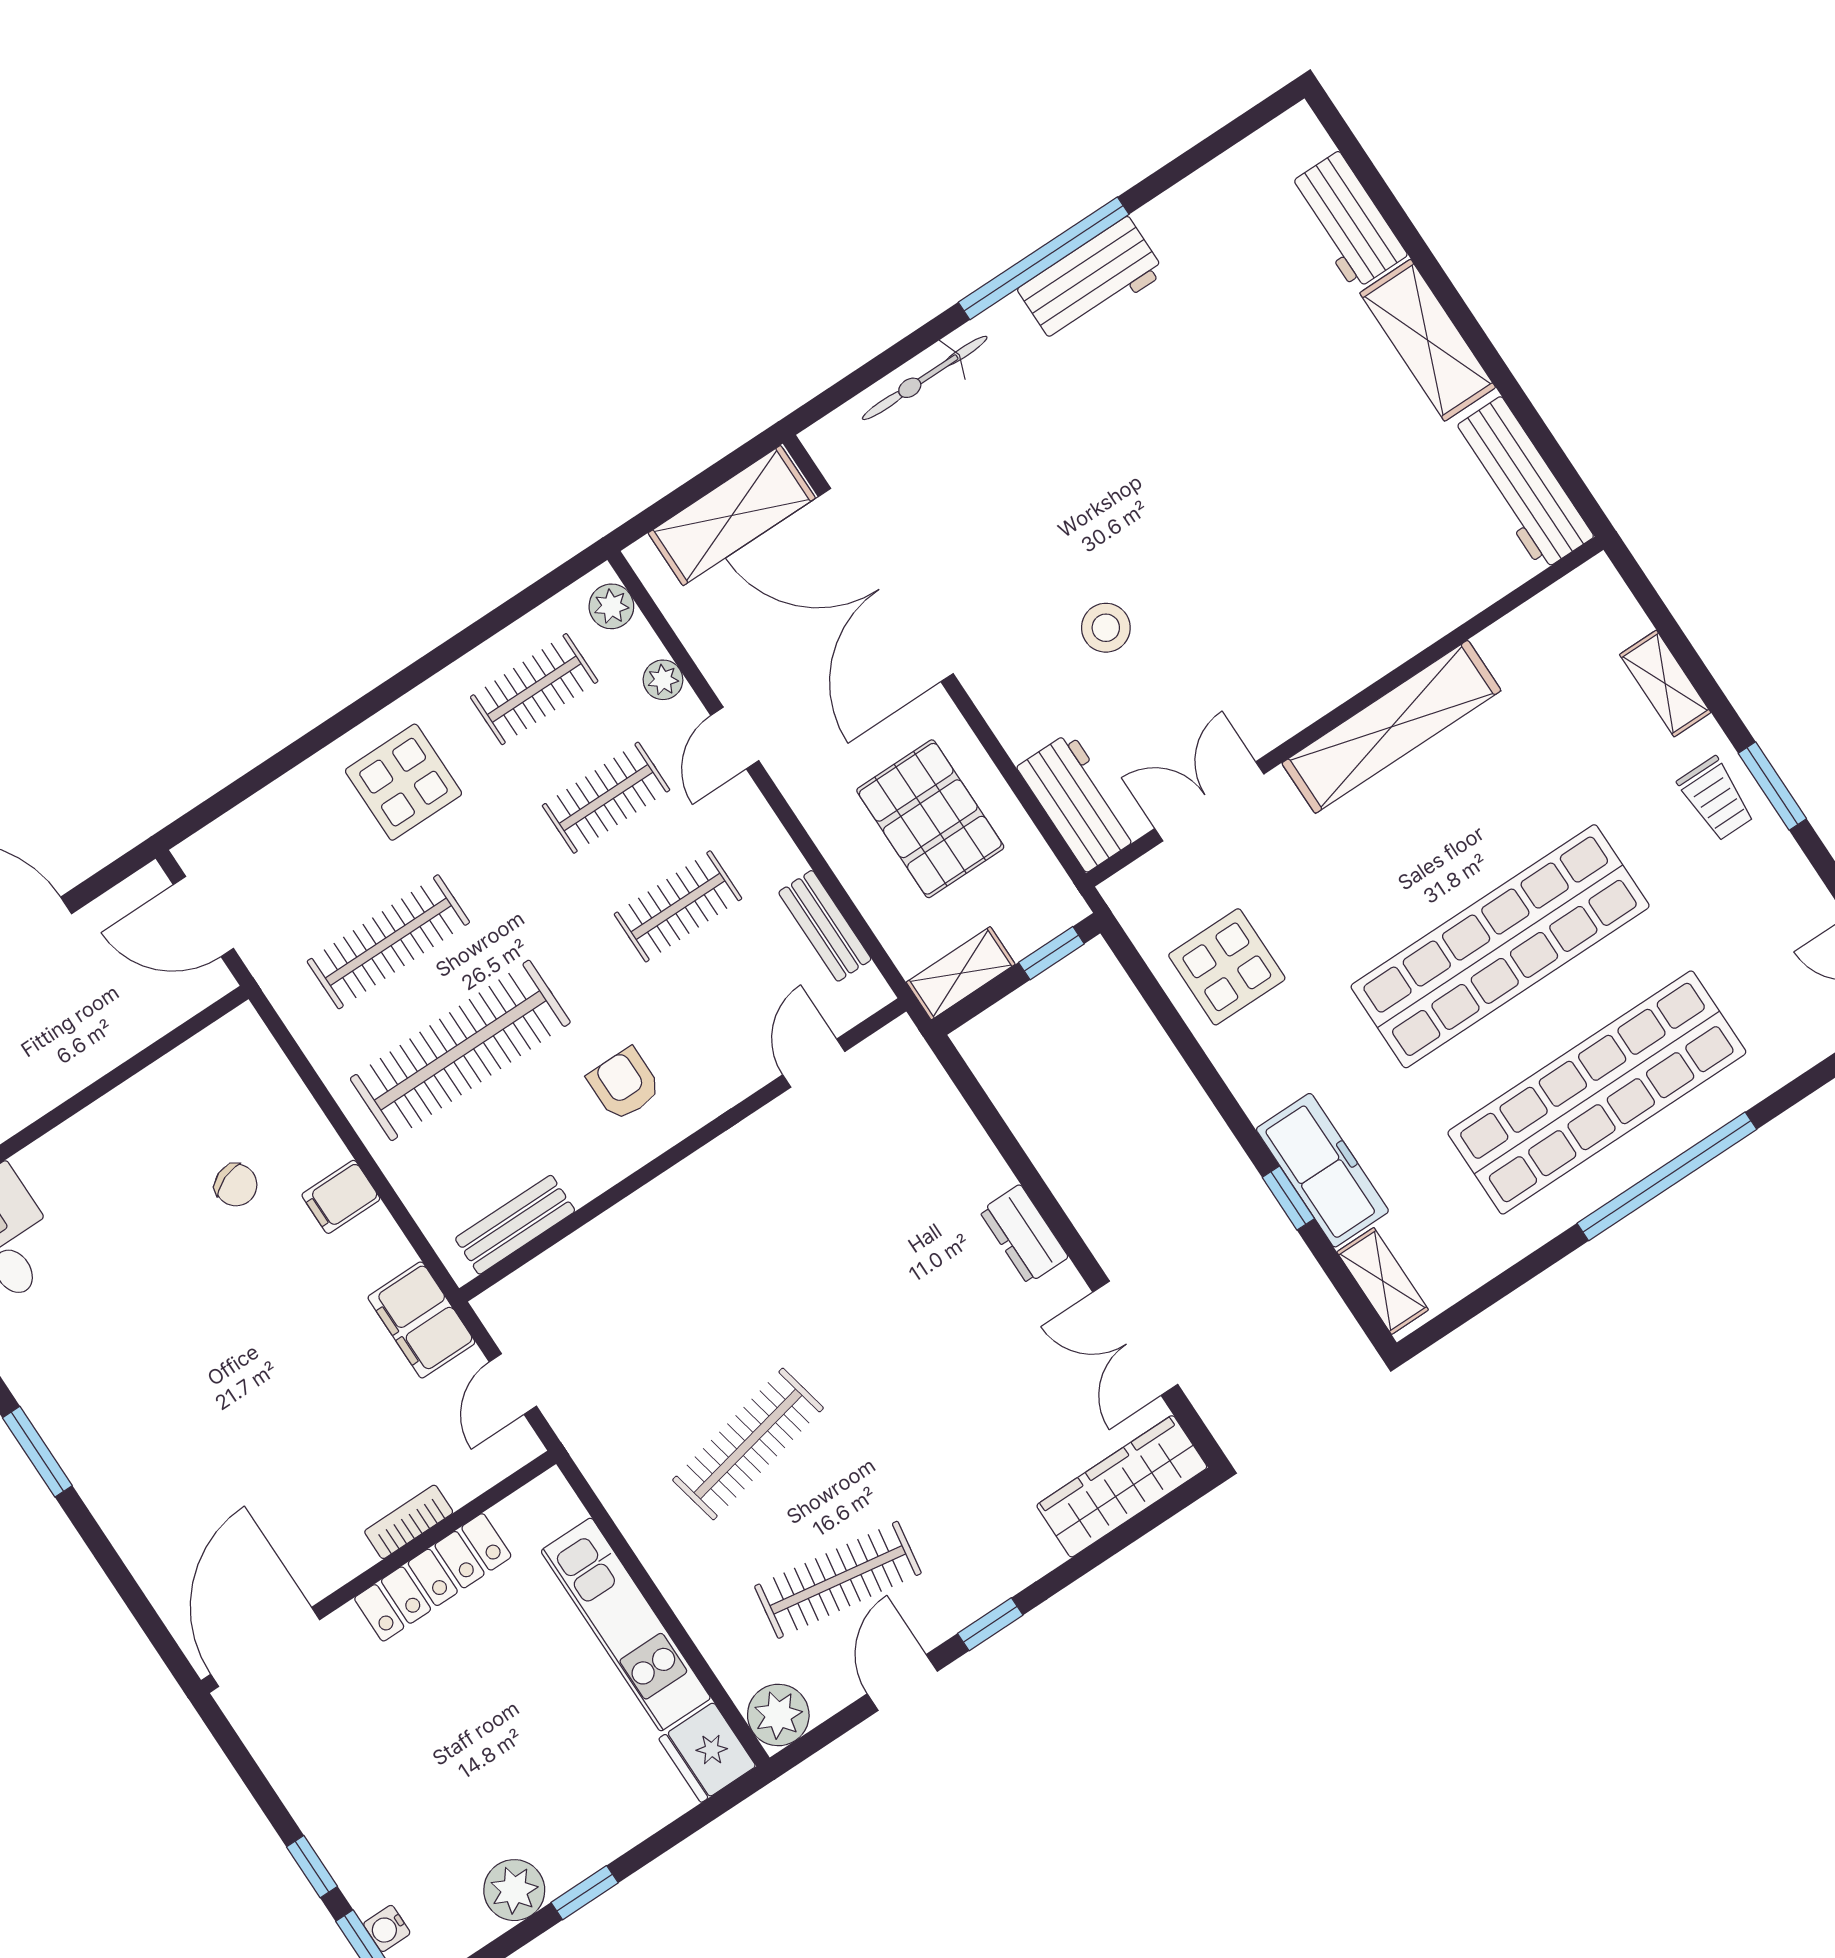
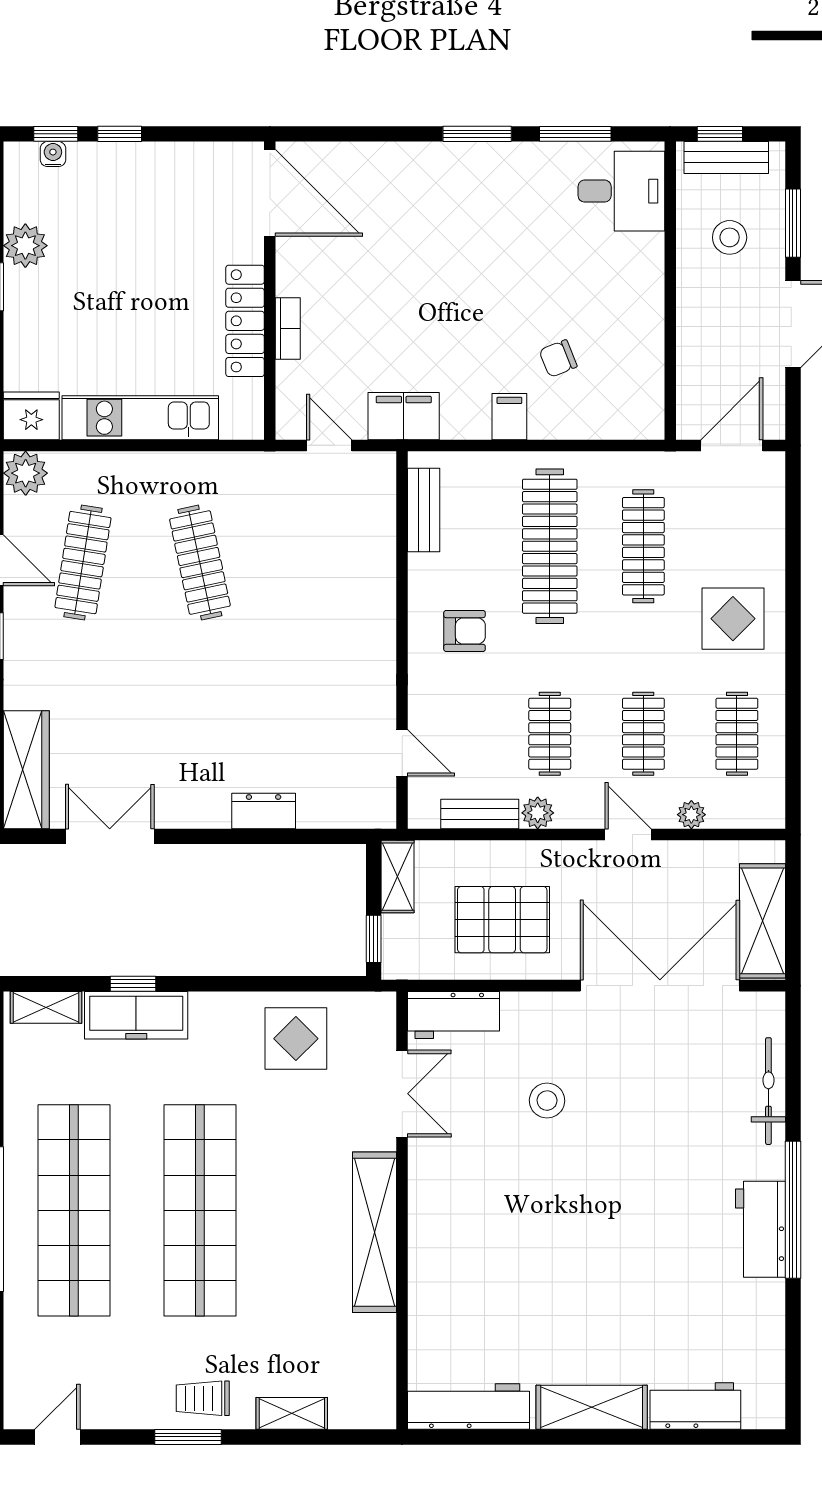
plant: (611, 606) -> (538, 813), moved
dresser: (1024, 1234) -> (264, 811), moved

